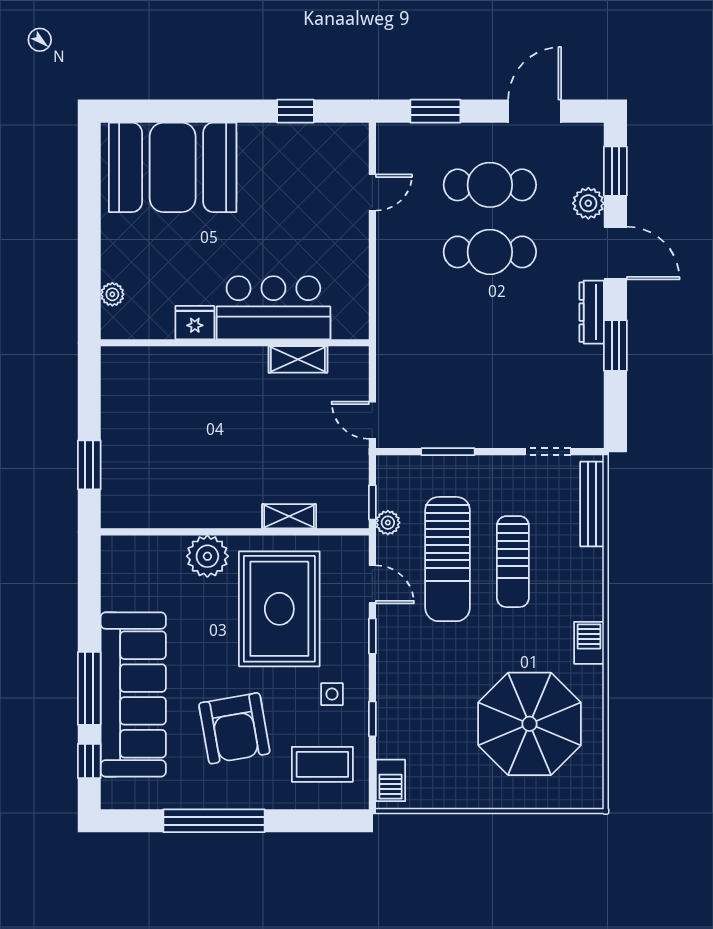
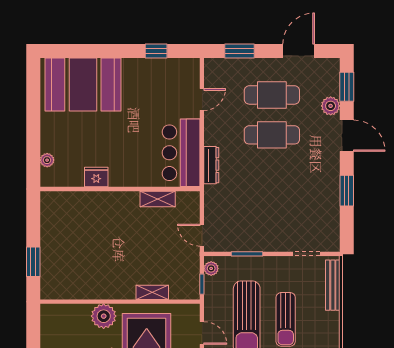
bar counter: (273, 308) -> (181, 153), moved, turned -90
dresser: (592, 312) -> (211, 165), moved, turned 180
plant: (388, 523) -> (211, 268), moved

